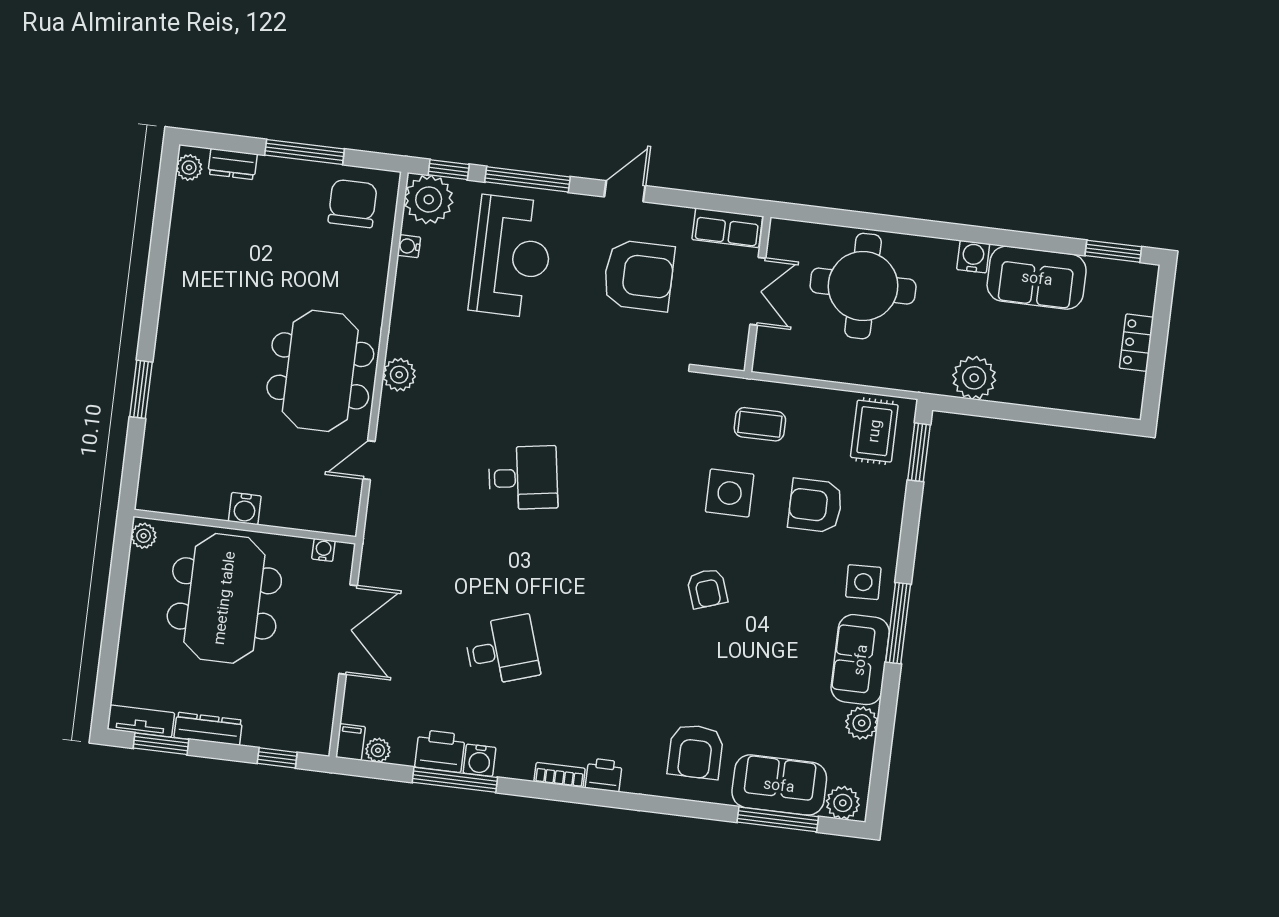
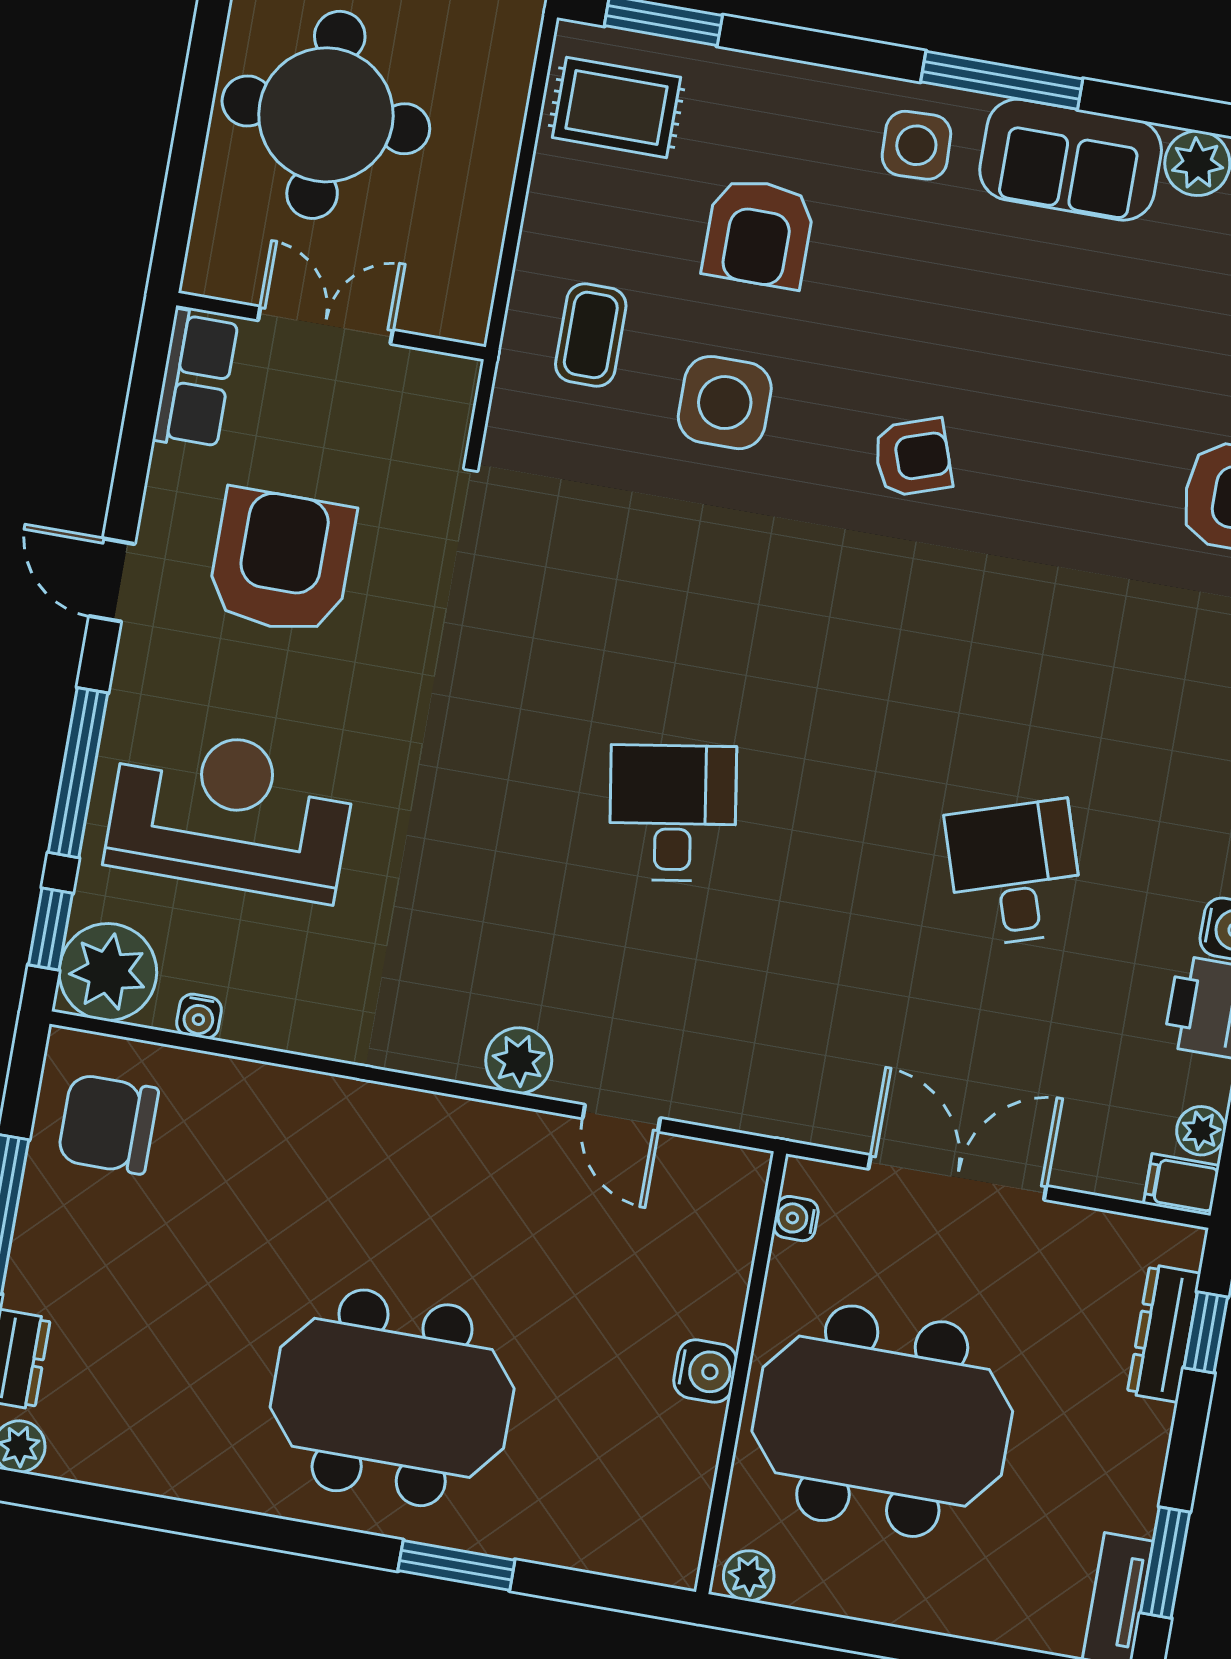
meeting table: (320, 371) -> (392, 1398), moved
plant: (399, 375) -> (519, 1061), moved
dresser: (208, 729) -> (1164, 1333), moved

